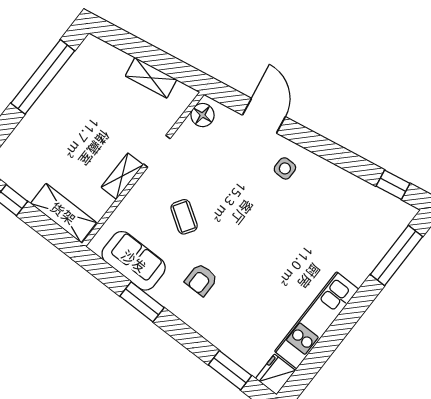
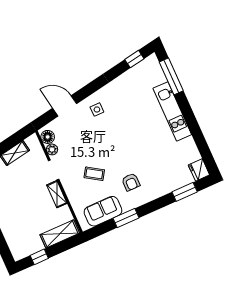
plant: (187, 132) -> (52, 149), added
kitchen unit: (317, 320) -> (172, 111), moved

